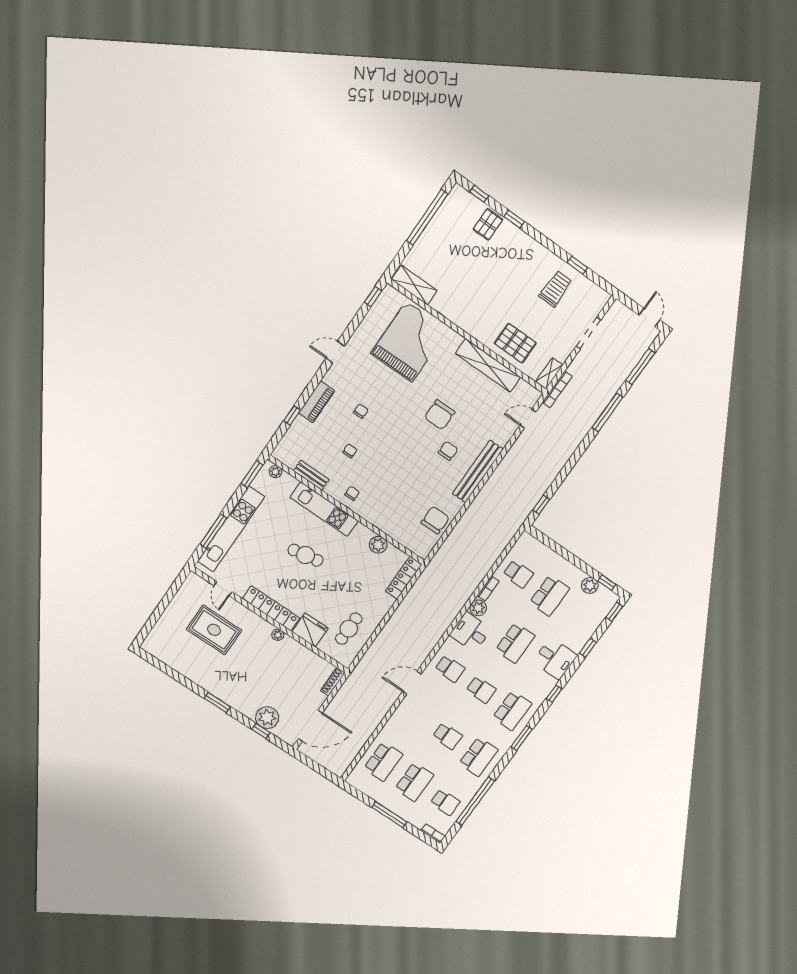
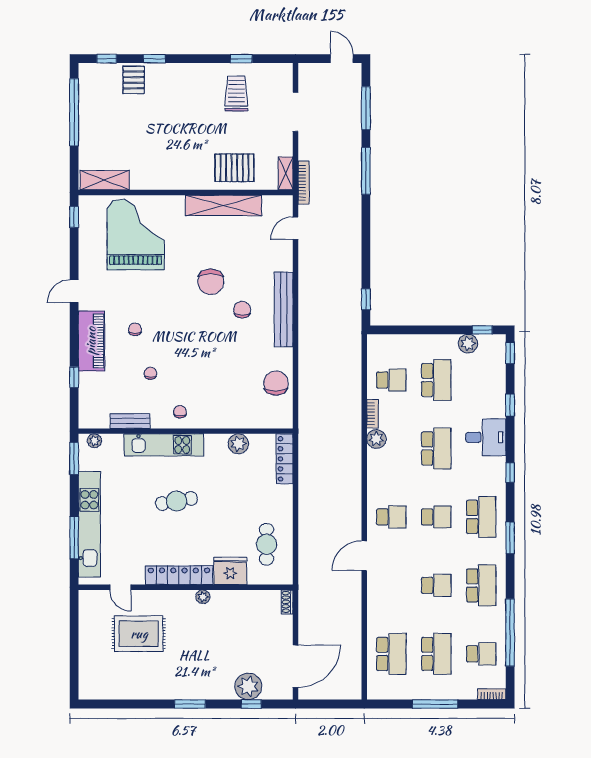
piano: (317, 402) -> (91, 341), width x1.37, depth x1.33
desk: (471, 632) -> (386, 467), removed
shoe rack: (333, 682) -> (287, 602), width x0.70

